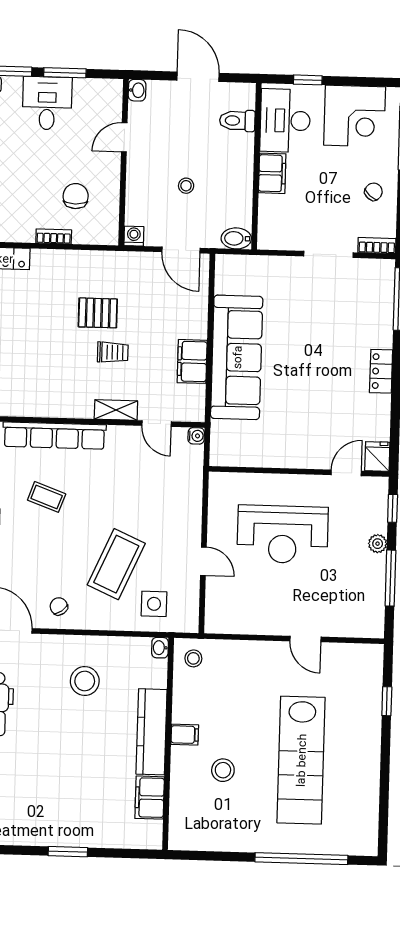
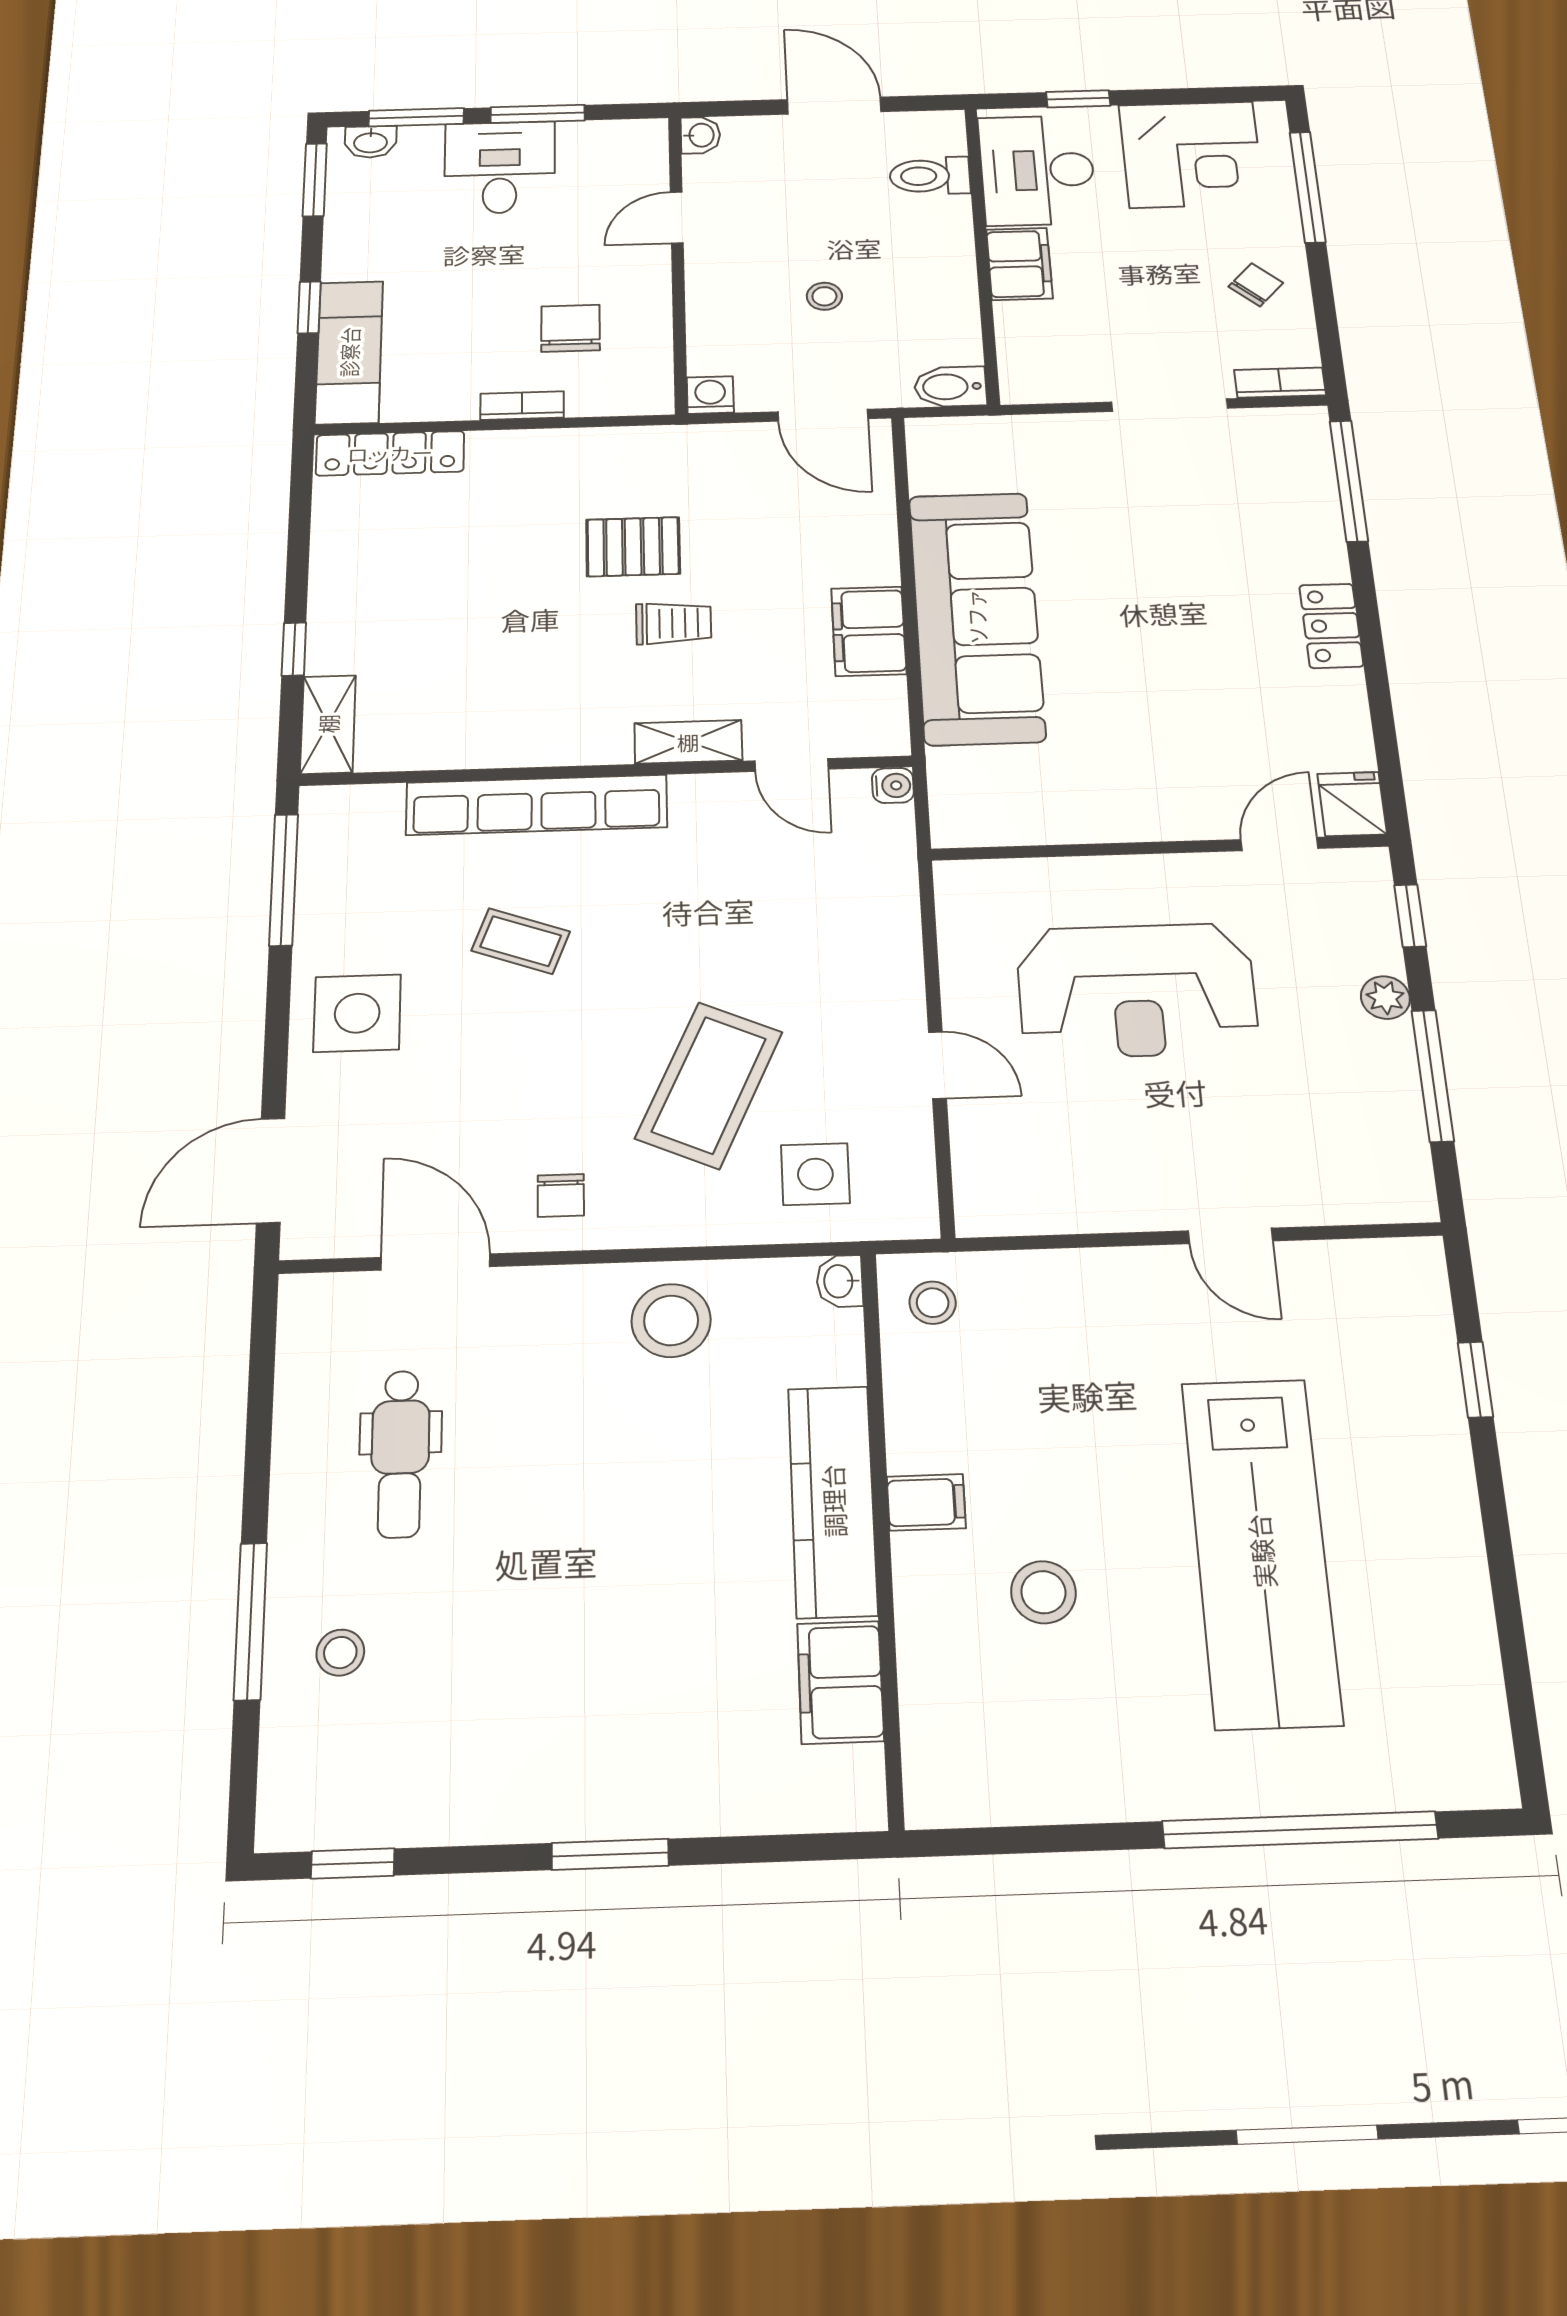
chair: (59, 606) -> (561, 1196), turned -144
stool: (85, 681) -> (671, 1320), moved

